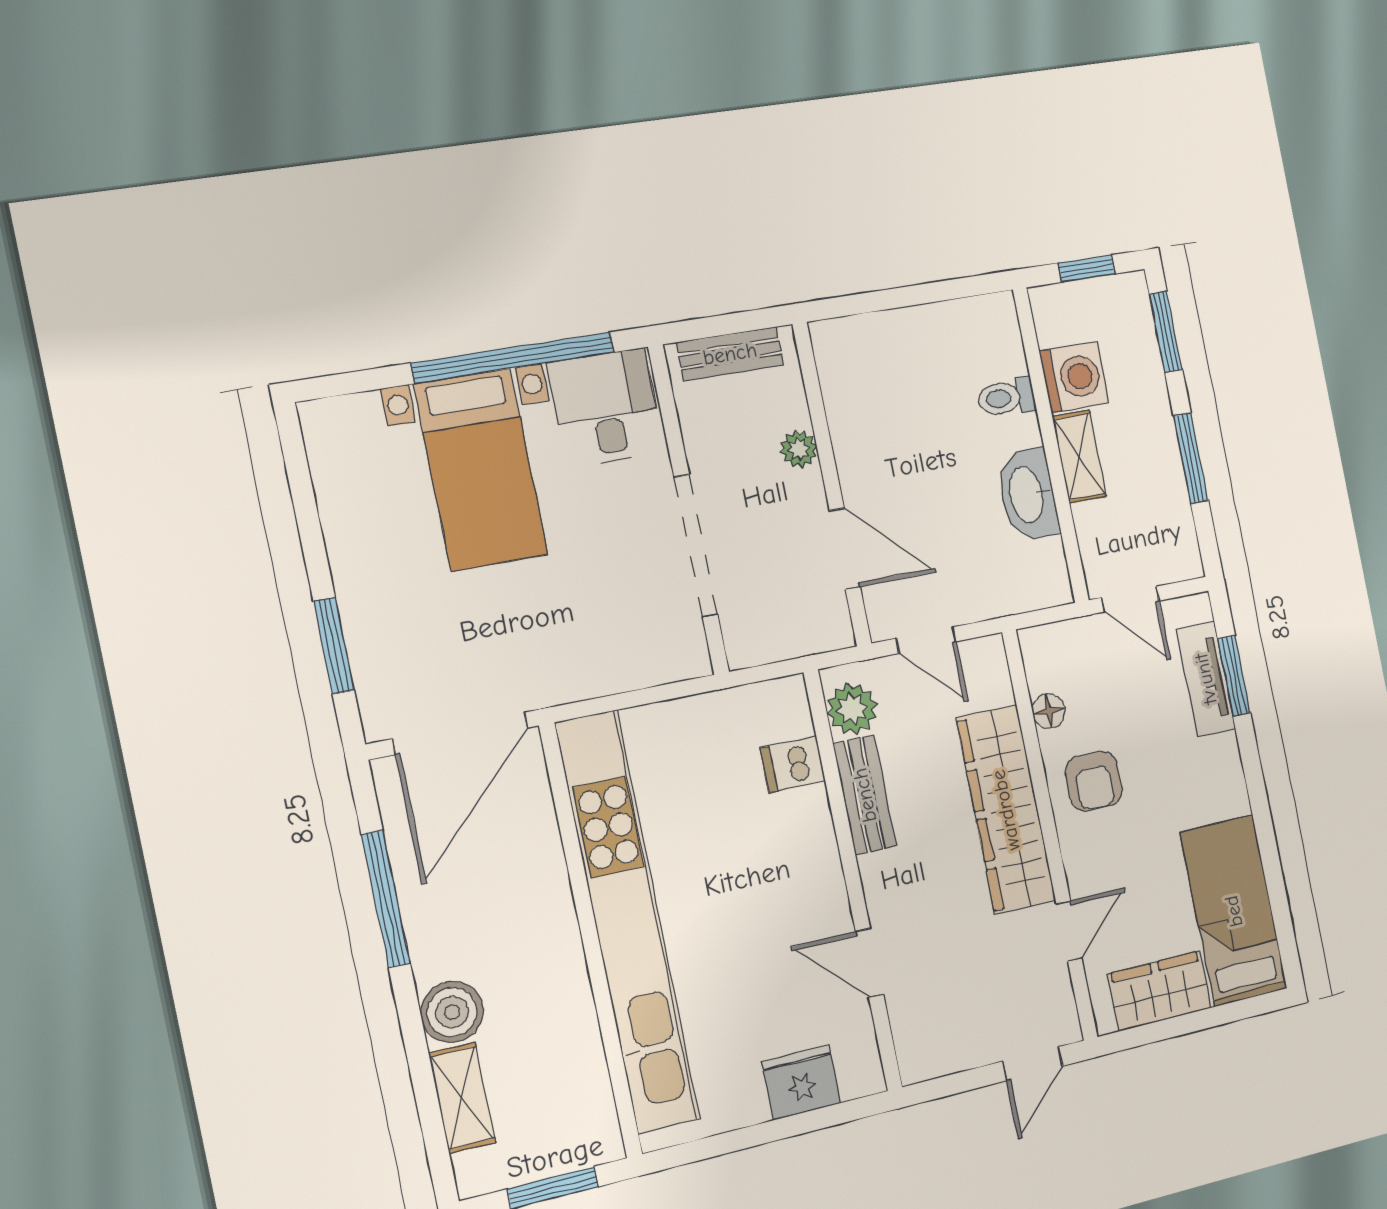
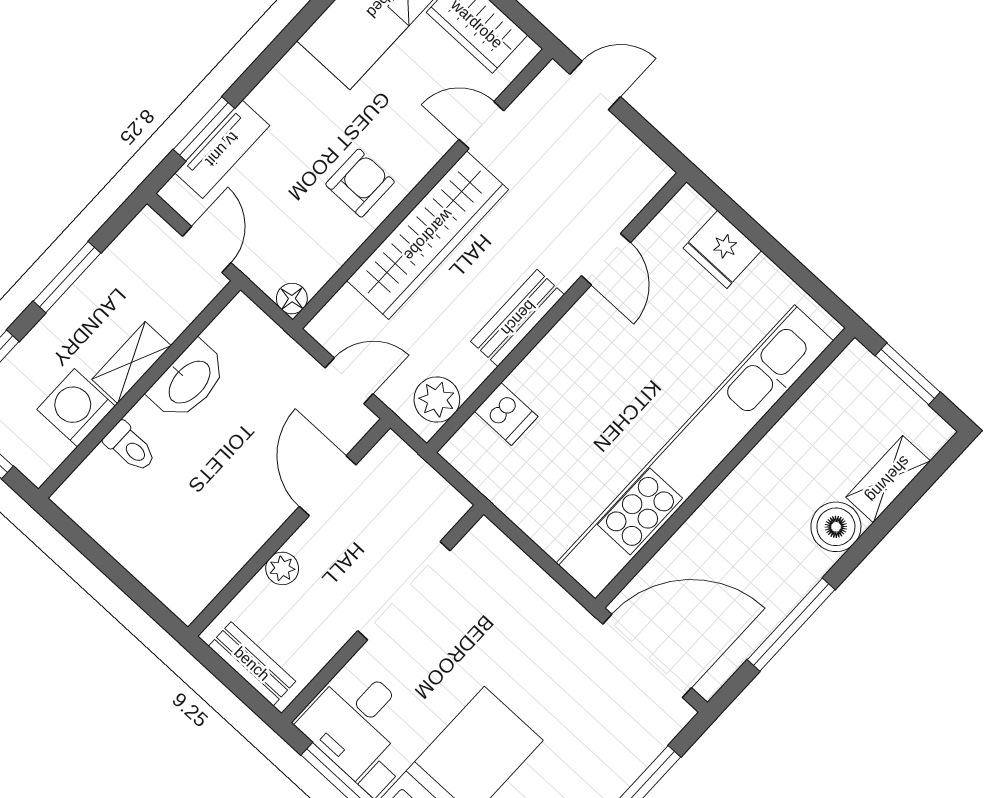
door: (926, 640) -> (349, 381), hinge flipped
floor lamp: (1049, 711) -> (292, 299), moved
bench: (865, 795) -> (518, 318), moved

